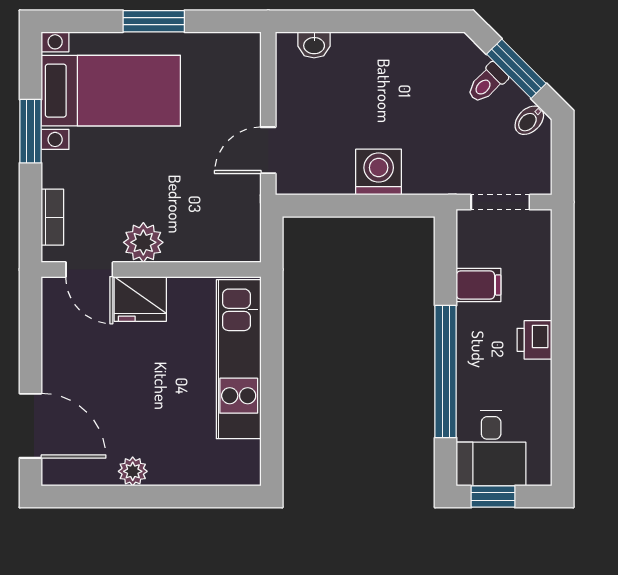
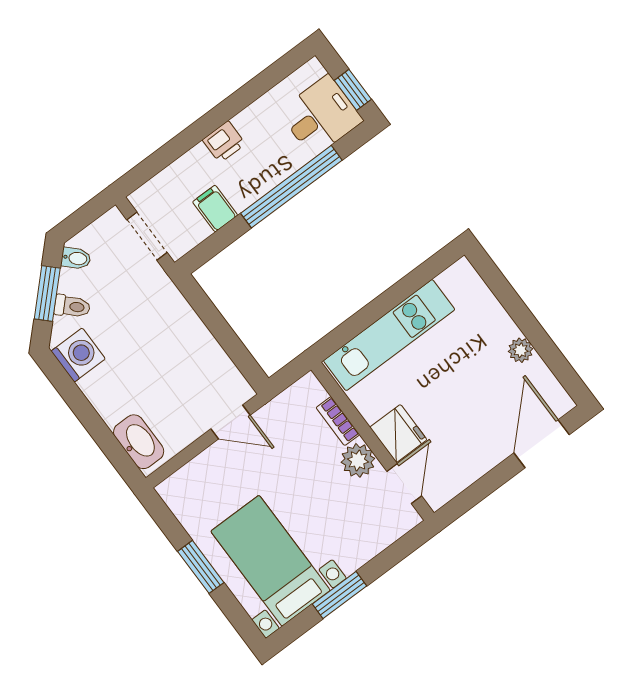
washbasin: (314, 45) -> (139, 442), width x1.91, depth x1.45
washing machine: (379, 172) -> (78, 355), moved, turned 180
bookcase: (52, 217) -> (338, 421), moved, turned -90

